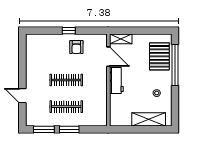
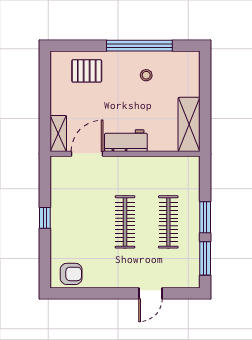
armchair: (76, 47) -> (71, 274), moved
pallet: (159, 56) -> (87, 71), width x0.67, depth x0.71
window: (175, 65) -> (139, 46), moved
shelving: (149, 119) -> (189, 124), moved

